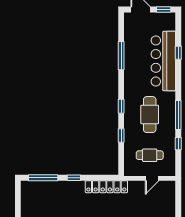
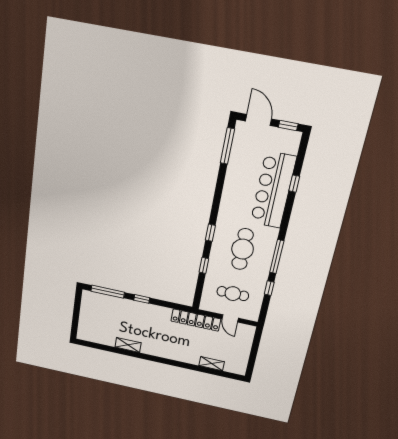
window: (121, 56) -> (227, 146), moved
door: (152, 178) -> (230, 318), hinge flipped
locker: (106, 187) -> (196, 320), moved

